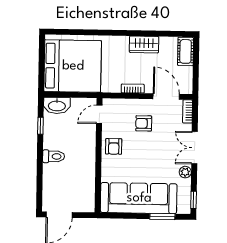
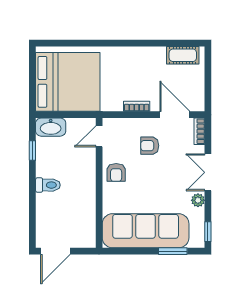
wardrobe: (144, 44) -> (149, 56), removed
cot: (186, 51) -> (183, 55), moved, turned 90

